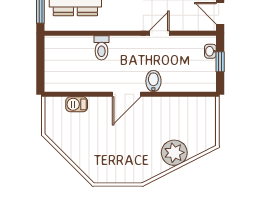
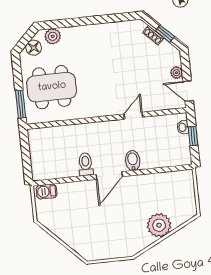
toilet: (101, 48) -> (86, 164), moved, turned 180
barbecue: (77, 104) -> (47, 192), moved

